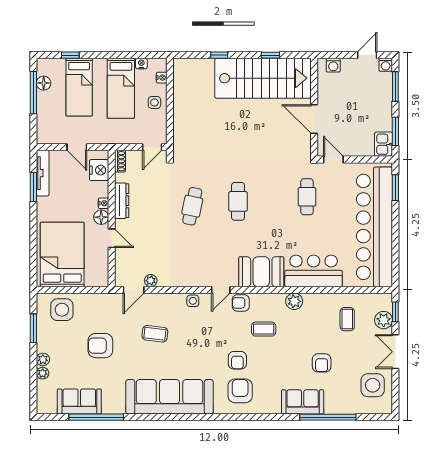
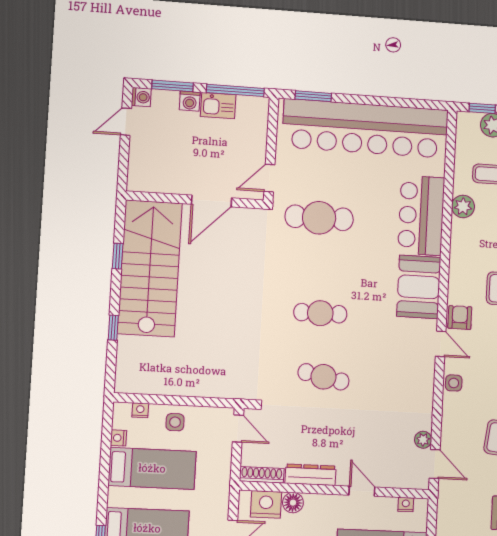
door: (367, 55) -> (126, 122), hinge flipped
washing machine: (333, 65) -> (190, 101), moved, turned 90
window: (395, 131) -> (235, 90), width x1.44
kitchen sink: (383, 144) -> (218, 106), moved
shoe rack: (120, 161) -> (262, 475), width x1.43
cafe table: (307, 197) -> (319, 218), width x1.37, depth x1.35
nightstand: (103, 203) -> (406, 505), moved
floor lamp: (101, 217) -> (293, 503), moved
door: (112, 238) -> (362, 491), hinge flipped
plant: (294, 301) -> (463, 206), moved
armchair: (241, 303) -> (460, 318), turned 180

